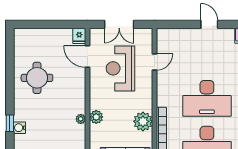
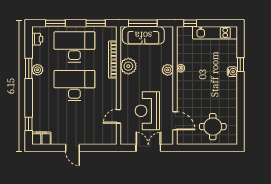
fridge: (79, 36) -> (182, 138), removed
reception desk: (120, 68) -> (147, 111), turned 180
round table: (37, 78) -> (213, 127), moved
water cooler: (20, 128) -> (232, 72), moved

